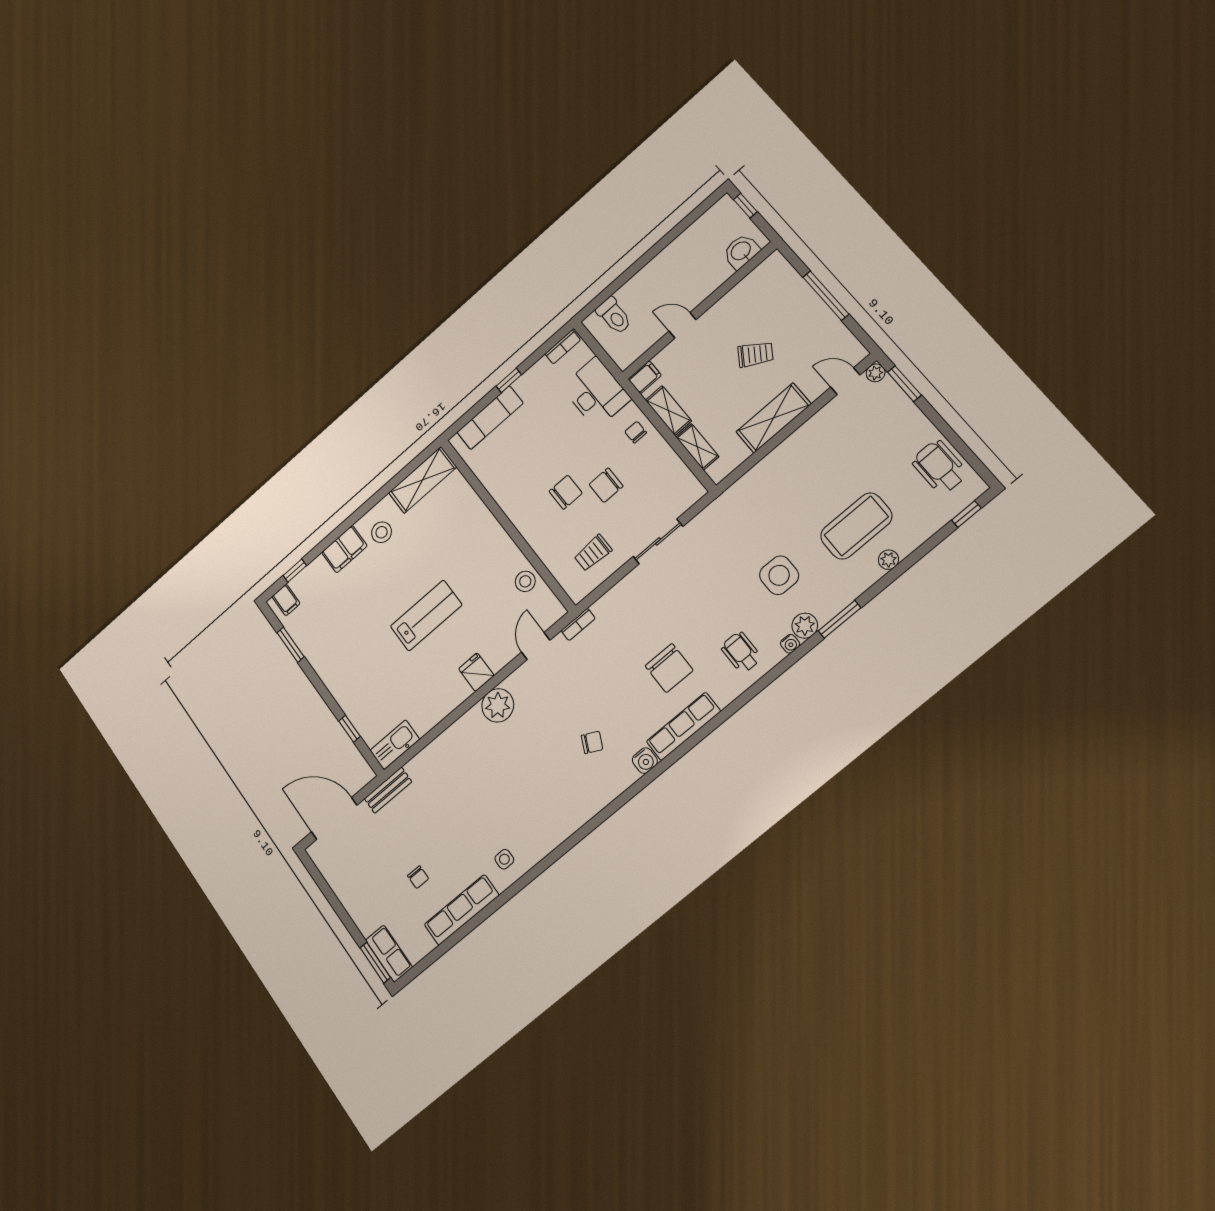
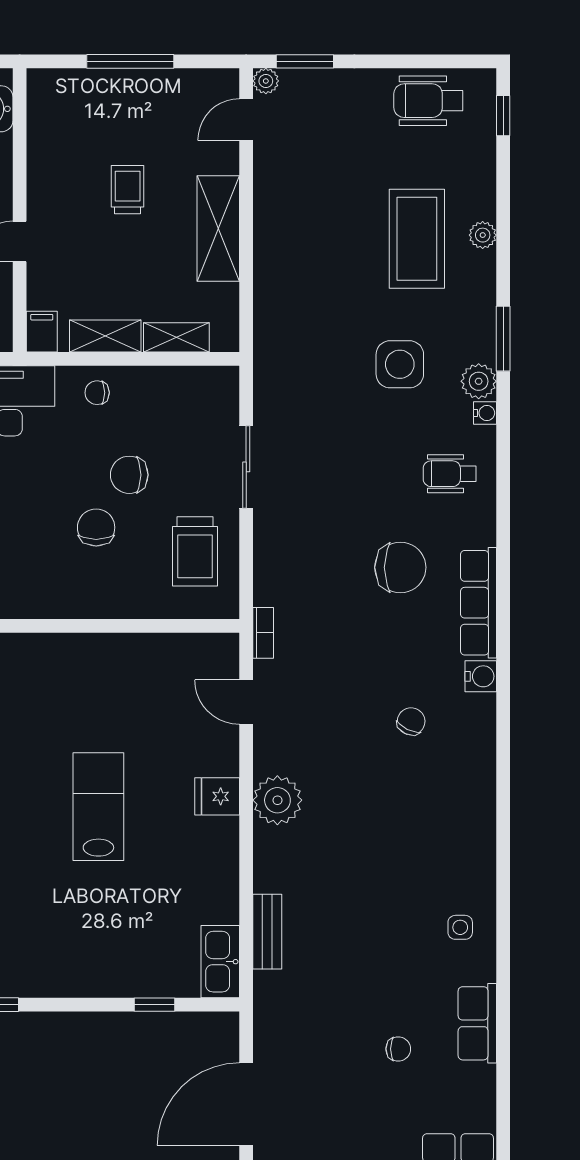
trolley: (755, 354) -> (128, 190), turned -33
chair: (606, 485) -> (129, 475), turned 90
trolley: (593, 553) -> (195, 551), width x1.36, depth x1.39
stool: (525, 581) -> (160, 656), removed
bench: (388, 790) -> (267, 932), moved
row of seats: (462, 910) -> (477, 1023), width x0.68

